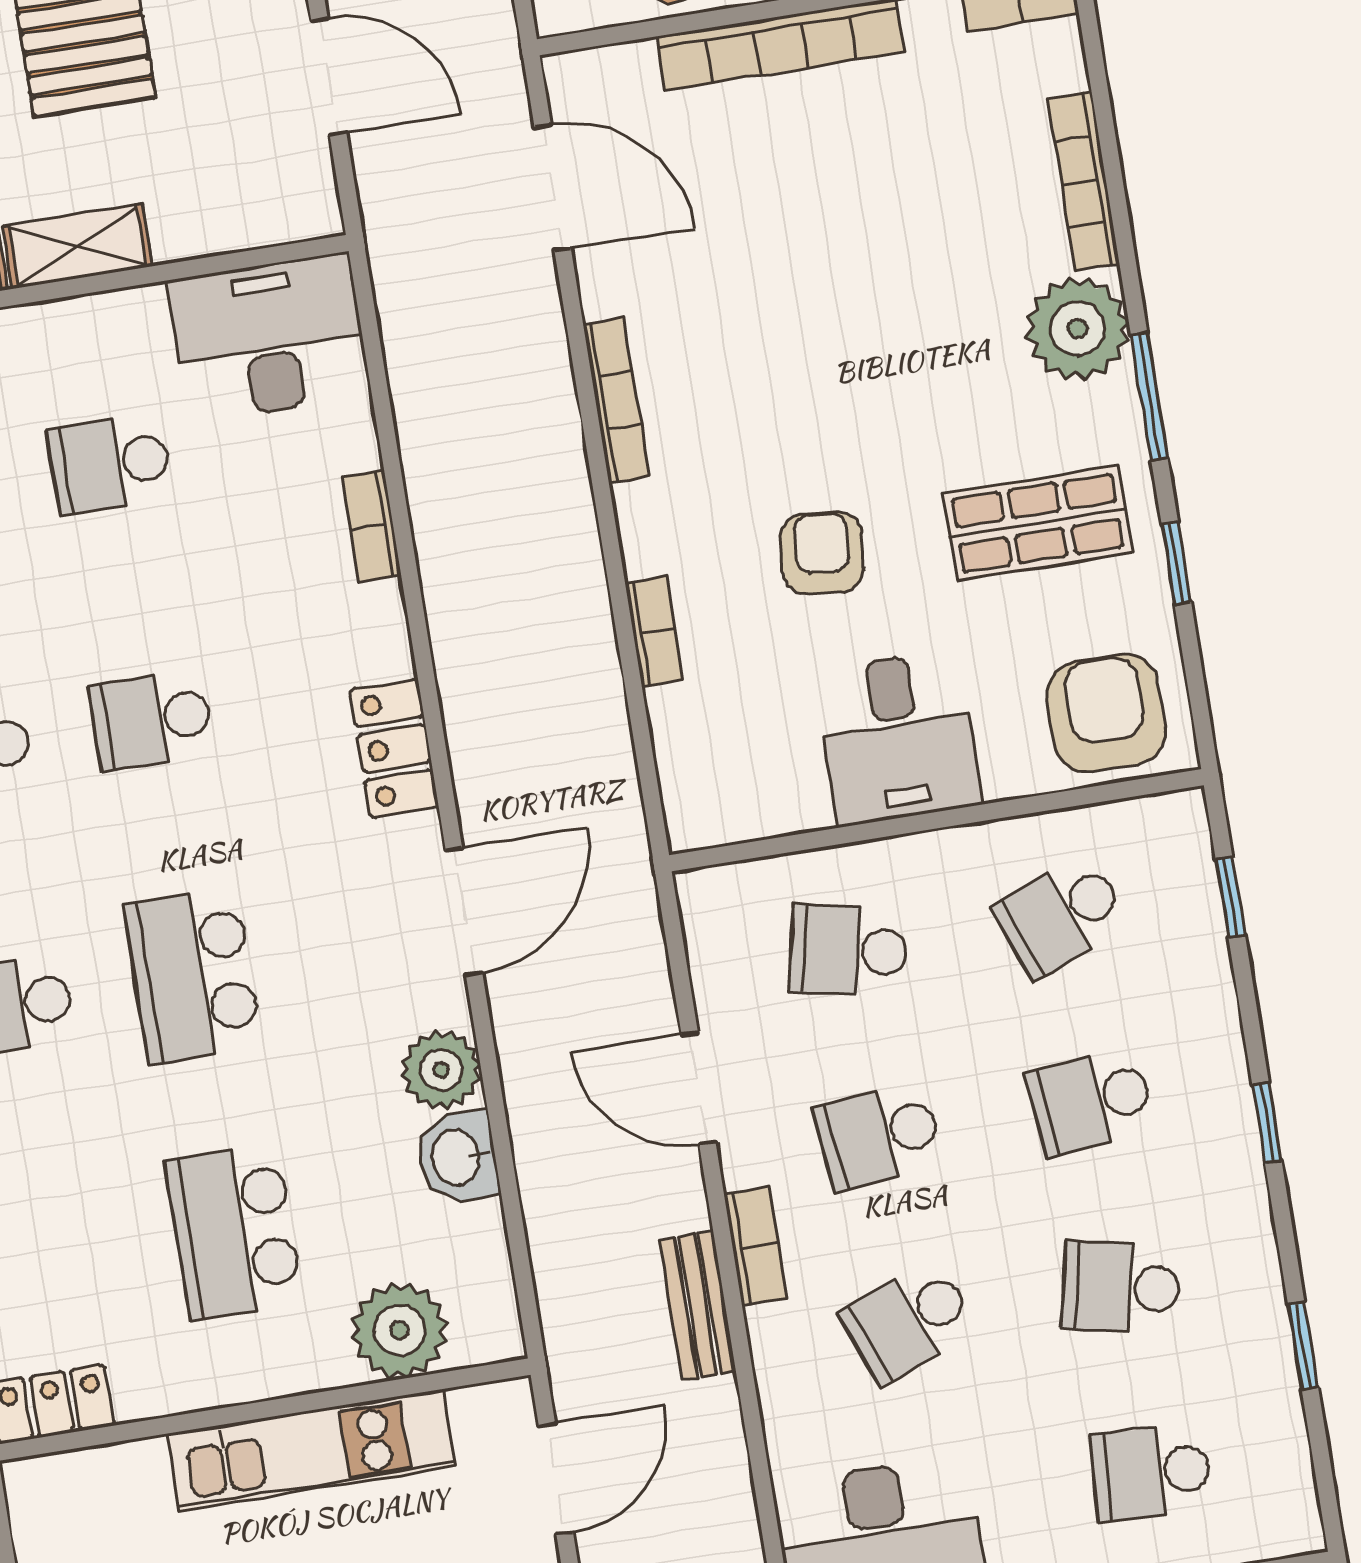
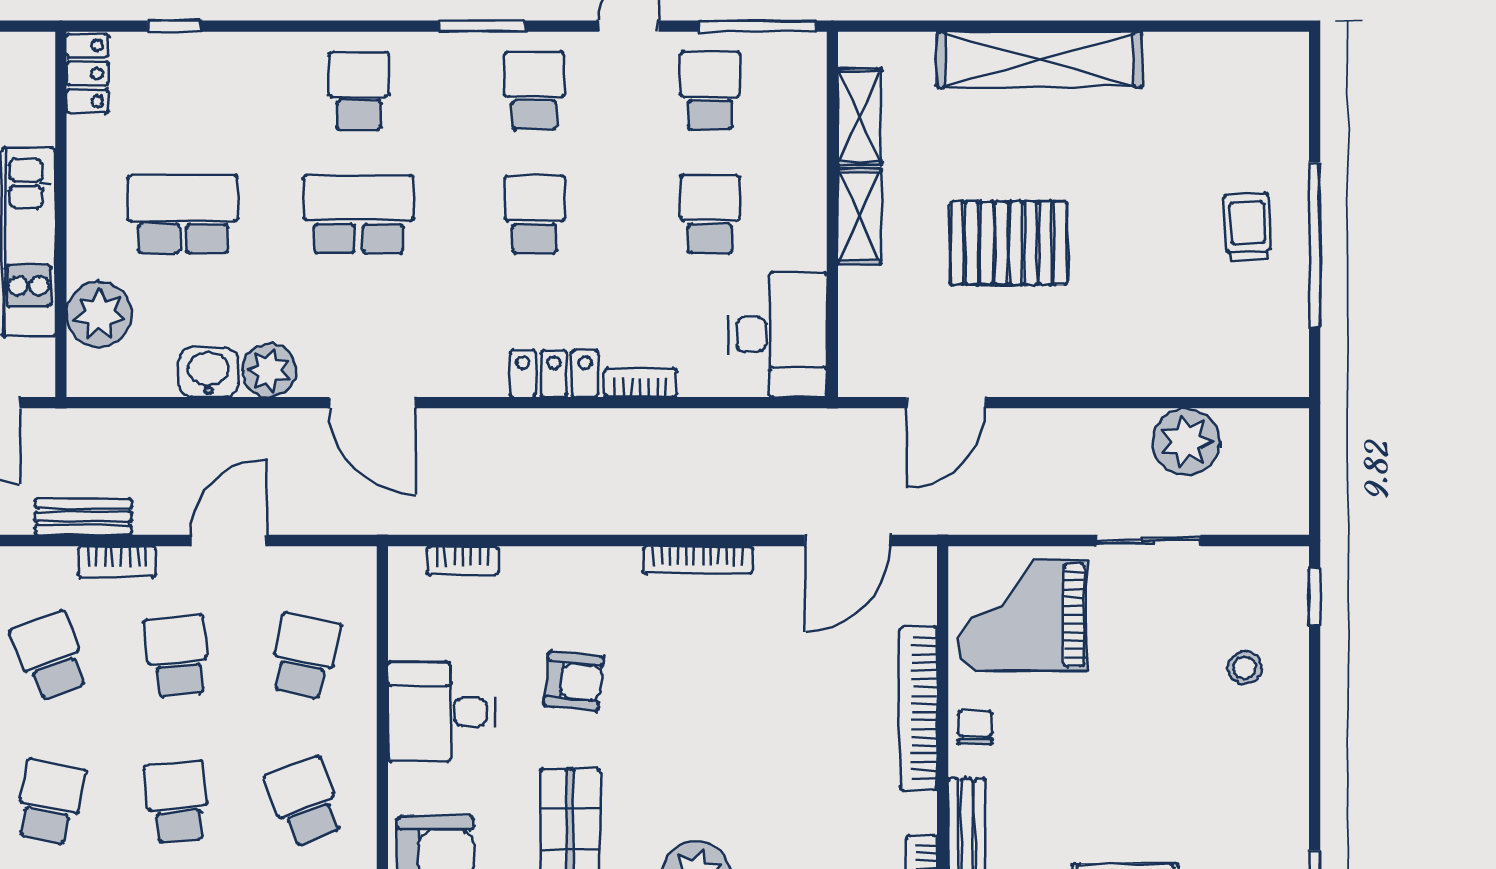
bookcase: (654, 631) -> (462, 560), moved
locker: (394, 748) -> (554, 374), moved

